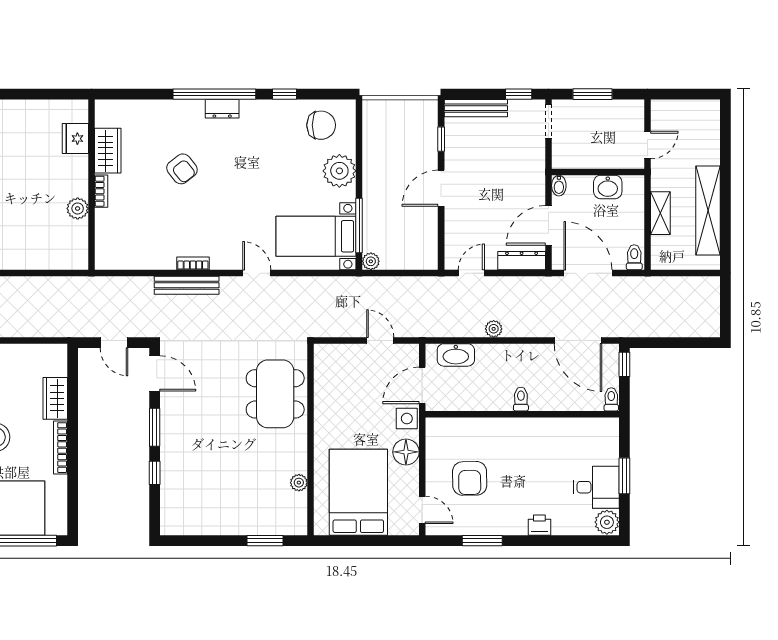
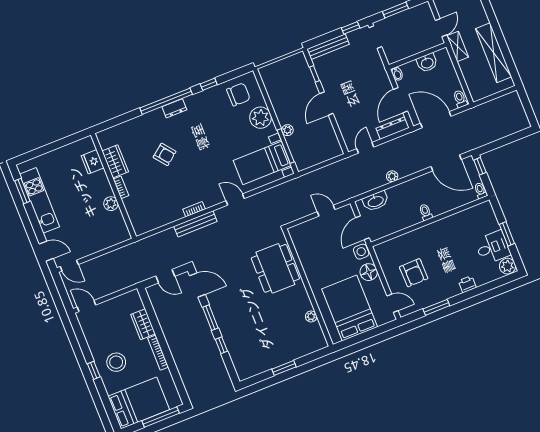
shelving: (660, 213) -> (458, 46), moved
plant: (371, 261) -> (288, 130), moved
window: (265, 541) -> (284, 368), moved

